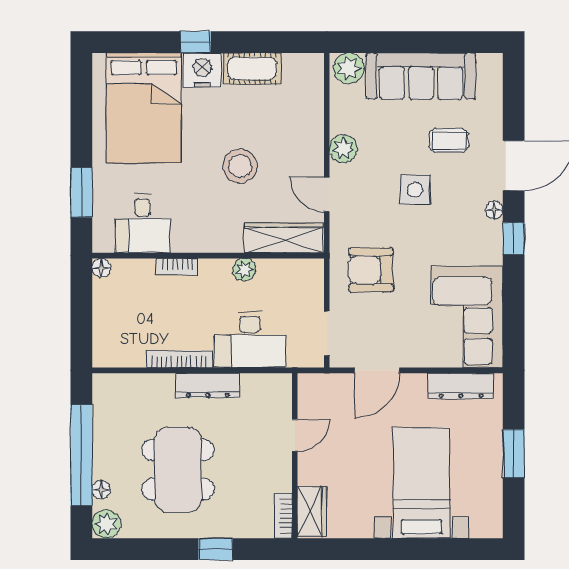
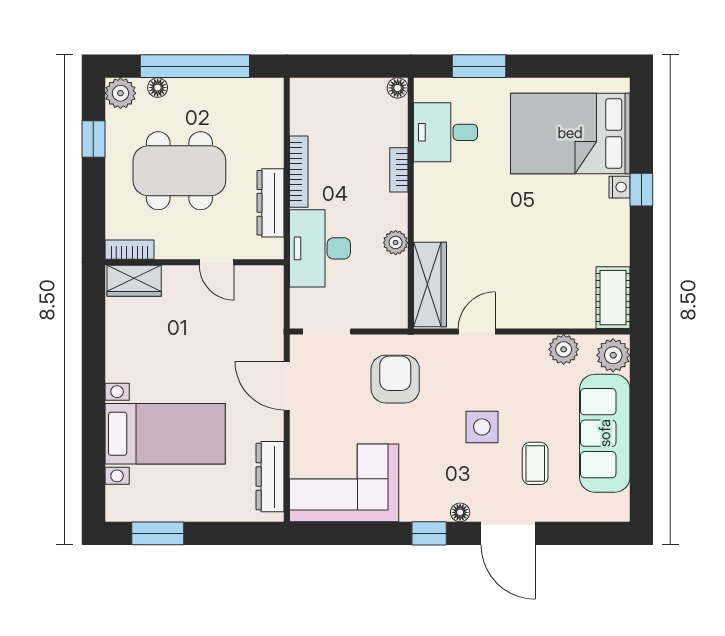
cot: (252, 68) -> (613, 298), moved
nightstand: (202, 70) -> (619, 187), width x0.53, depth x0.56
plant: (343, 149) -> (564, 349), moved
stool: (240, 166) -> (507, 238), removed
door: (295, 435) -> (217, 262), moved
window: (514, 454) -> (158, 533), moved
wall: (295, 456) -> (194, 262), moved
wardrobe: (312, 511) -> (134, 281), moved
bookcase: (283, 516) -> (129, 250), moved
window: (216, 549) -> (93, 139), moved

